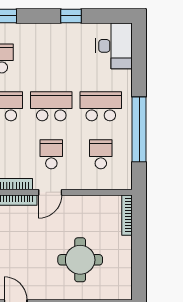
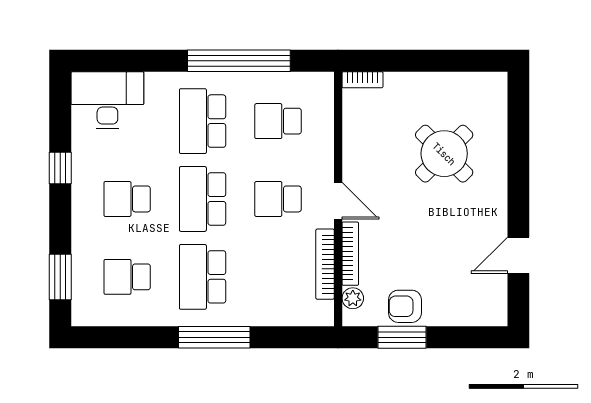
school desk: (51, 58) -> (127, 199), added
bookcase: (127, 215) -> (363, 80), width x0.64
round table: (80, 260) -> (444, 154), turned 45

